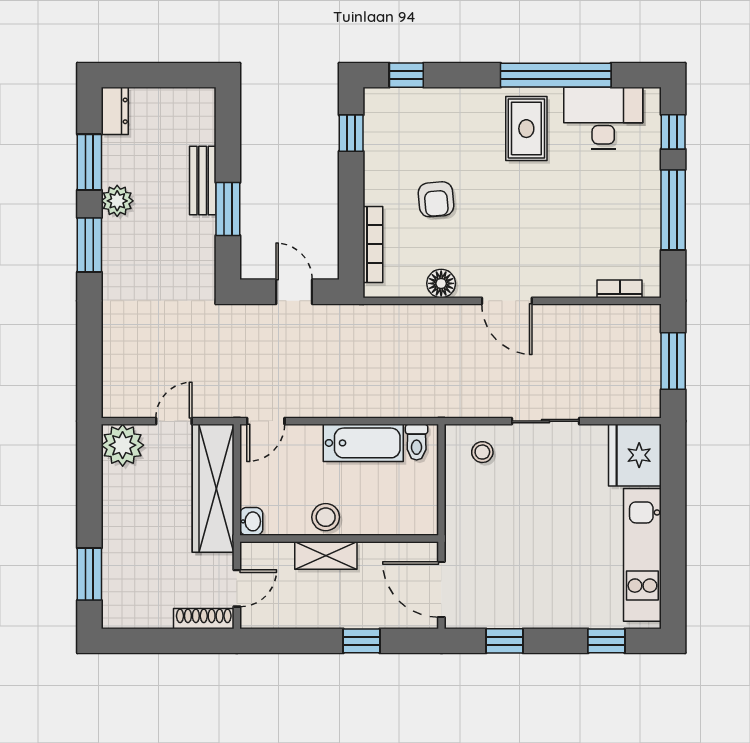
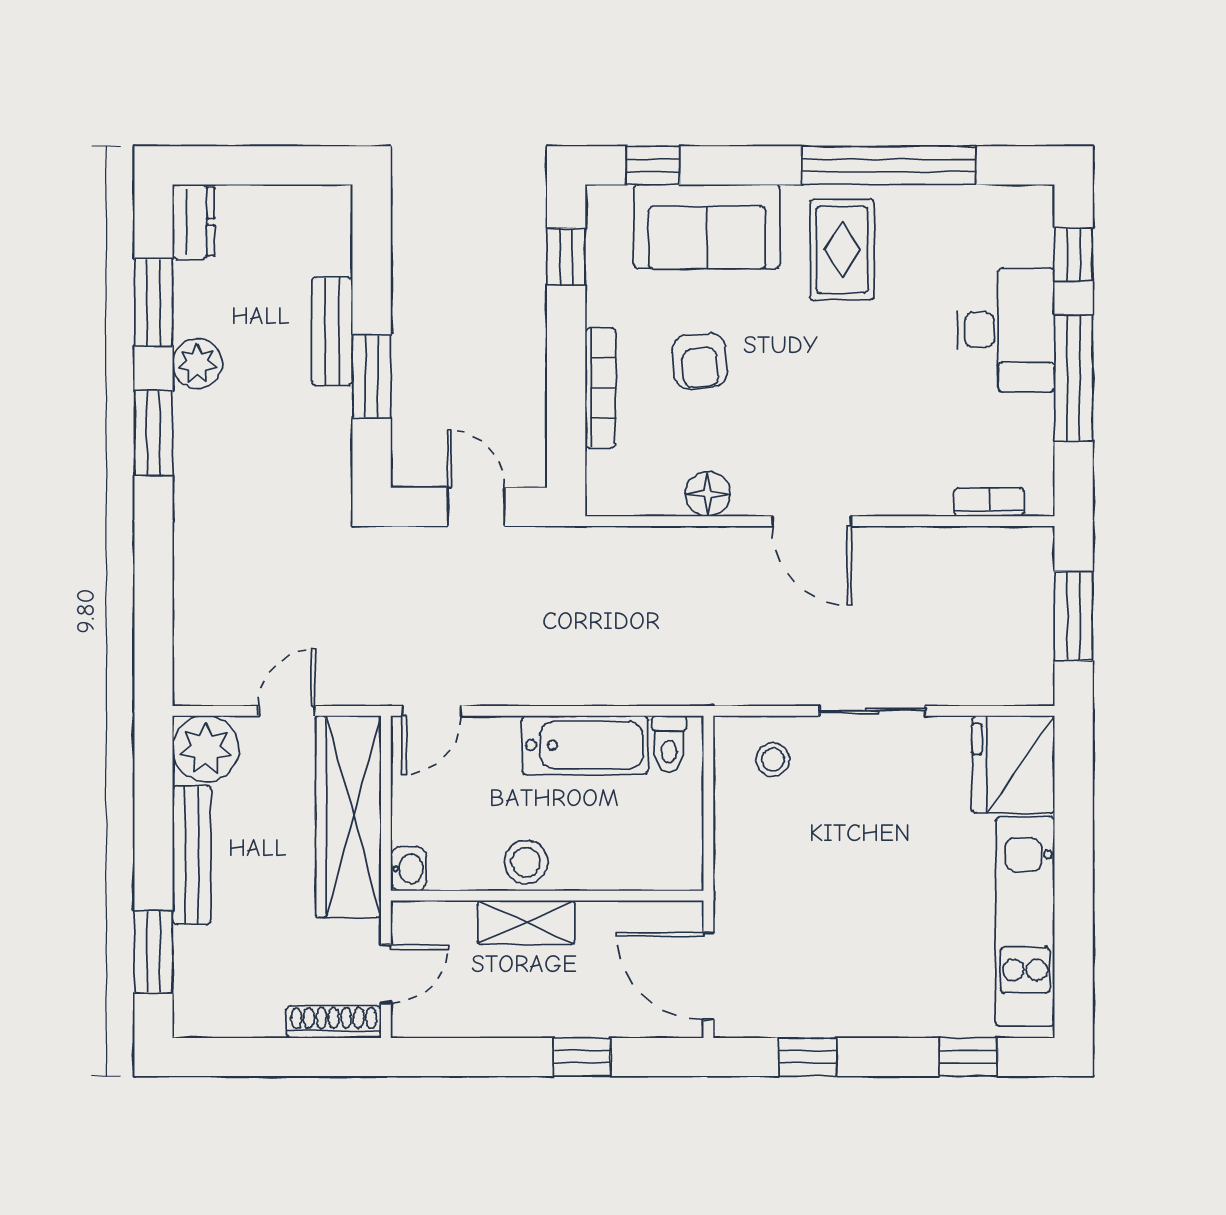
sofa: (441, 114) -> (707, 227), added
desk: (603, 118) -> (1006, 330), moved, turned 90
bookcase: (373, 244) -> (600, 388), moved
bench: (114, 513) -> (192, 855), added

